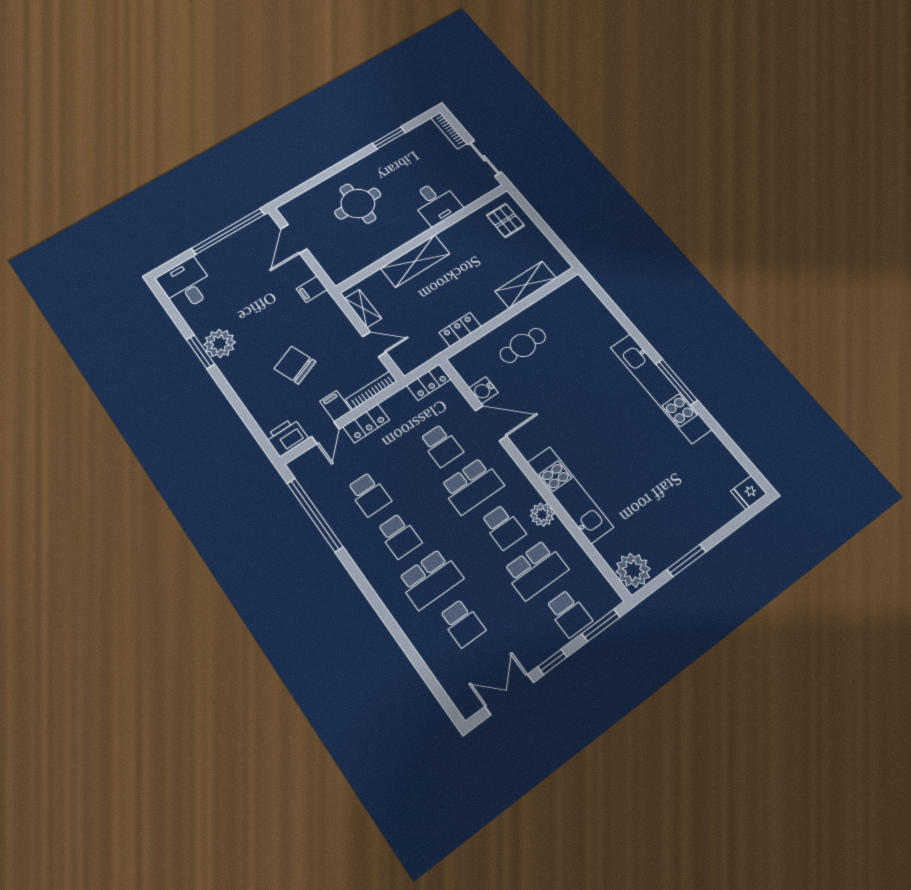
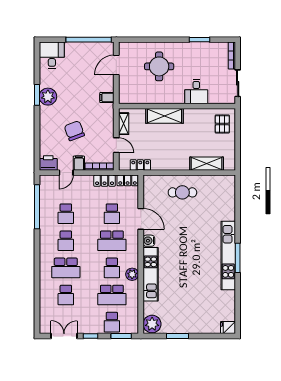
locker: (460, 330) -> (140, 165), moved
water cooler: (483, 390) -> (149, 241), moved
locker: (366, 423) -> (105, 181), moved

